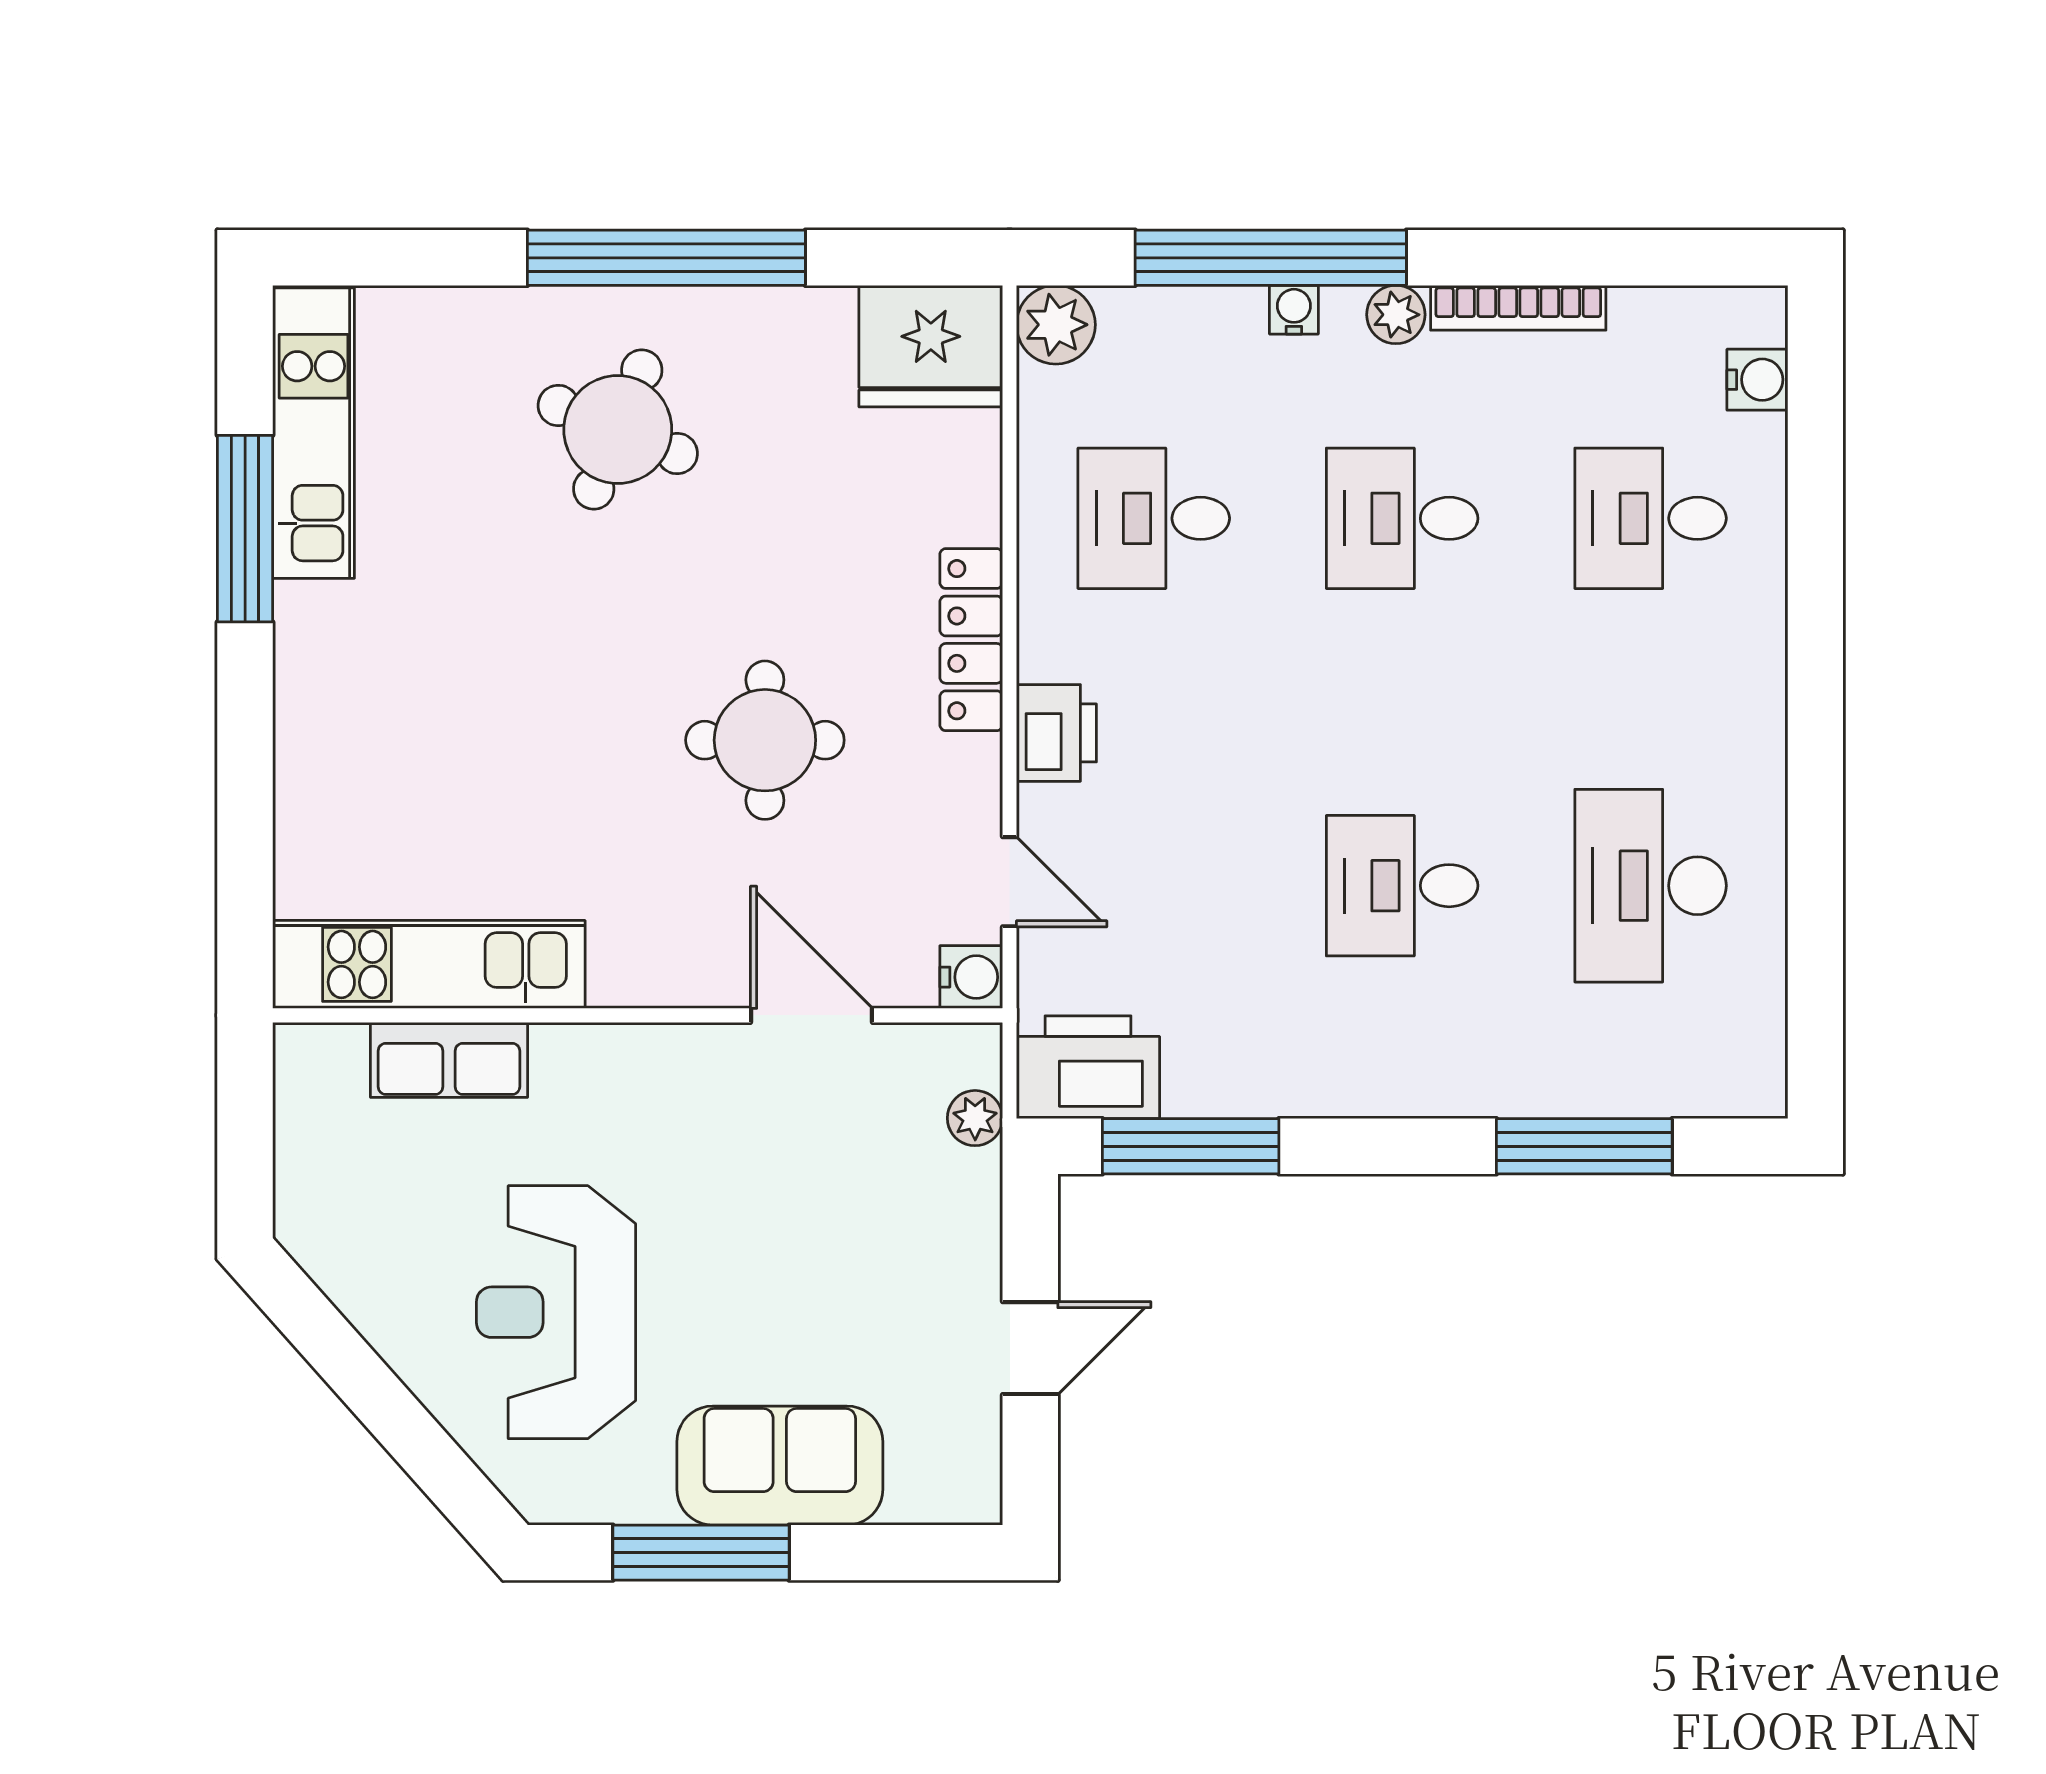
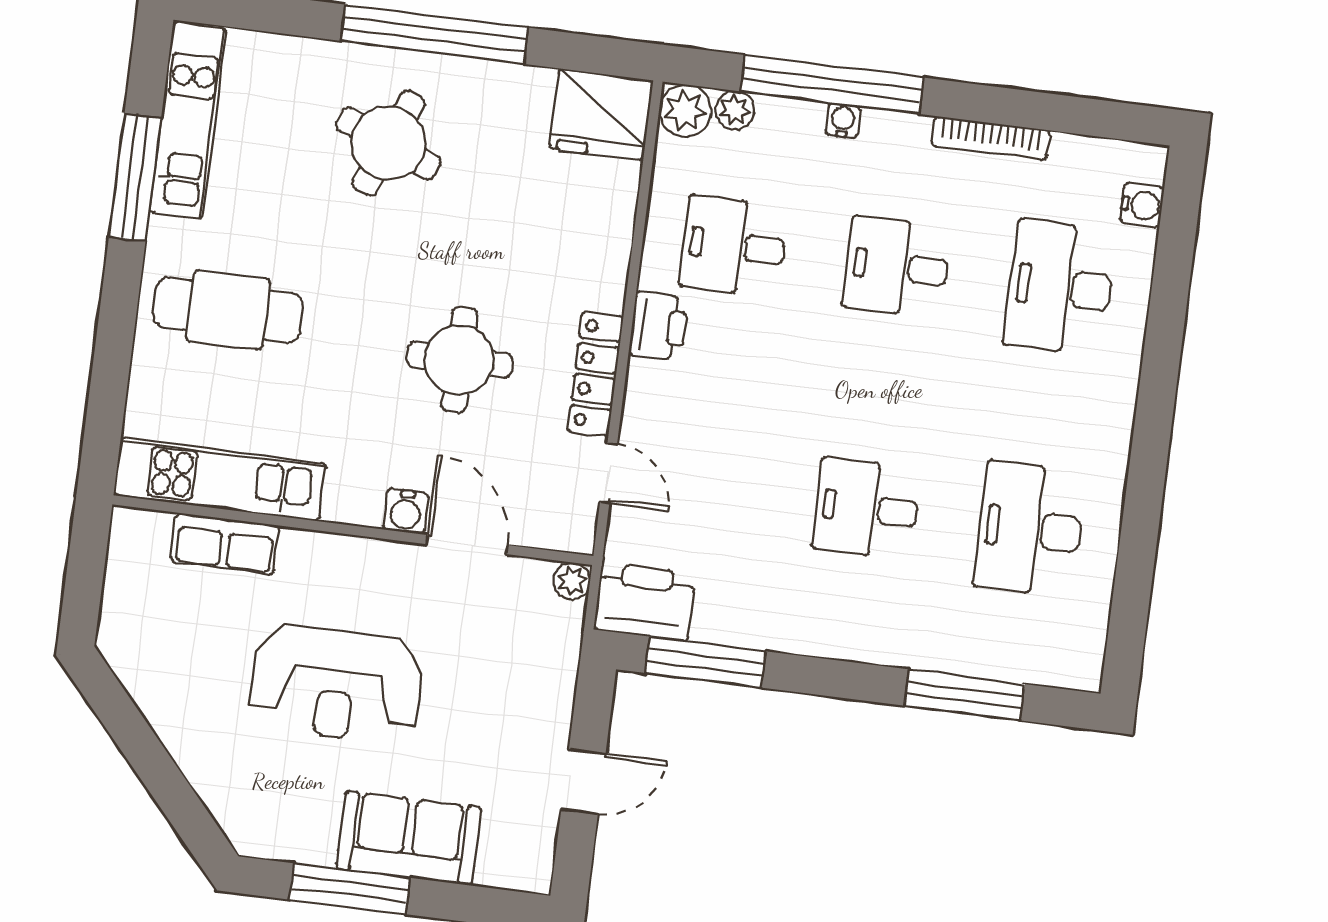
plant: (1396, 315) -> (735, 110), moved
desk: (1651, 518) -> (1060, 287), width x1.37
locker: (971, 640) -> (595, 374), moved
cafe table: (409, 710) -> (228, 310), added
printer: (1056, 733) -> (658, 326), moved
water cooler: (971, 977) -> (406, 511), moved, turned 90
plant: (975, 1118) -> (572, 581), moved
reception desk: (556, 1312) -> (336, 684), moved, turned -90

